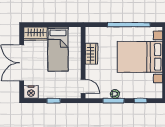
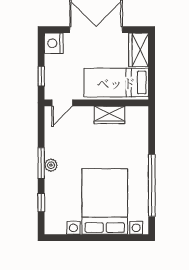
wardrobe: (91, 54) -> (109, 115), moved
wall: (83, 63) -> (96, 103), moved
door: (83, 86) -> (62, 103), moved

